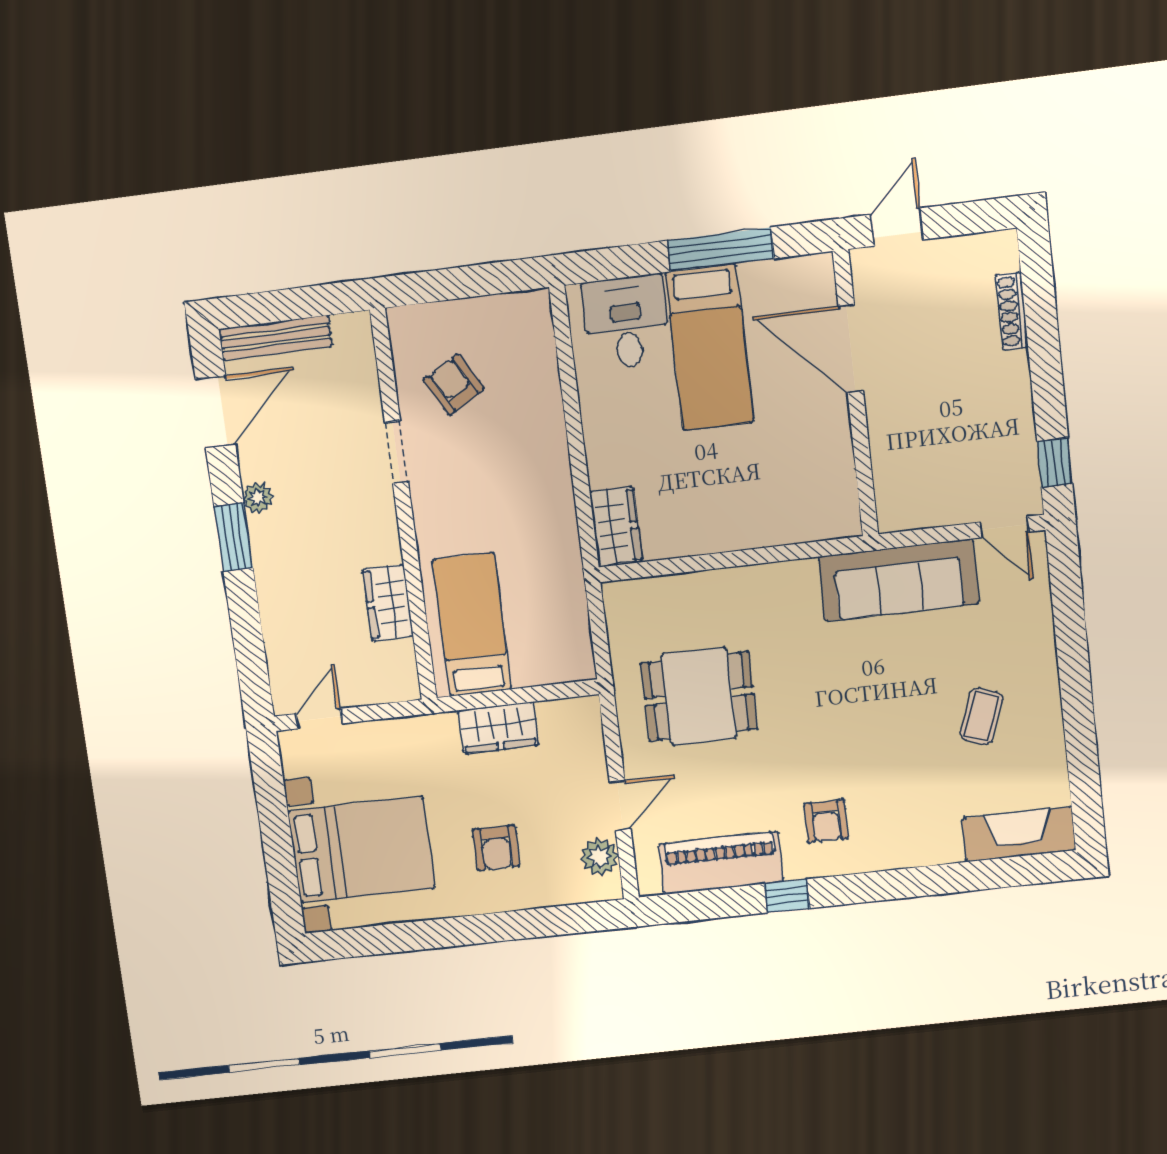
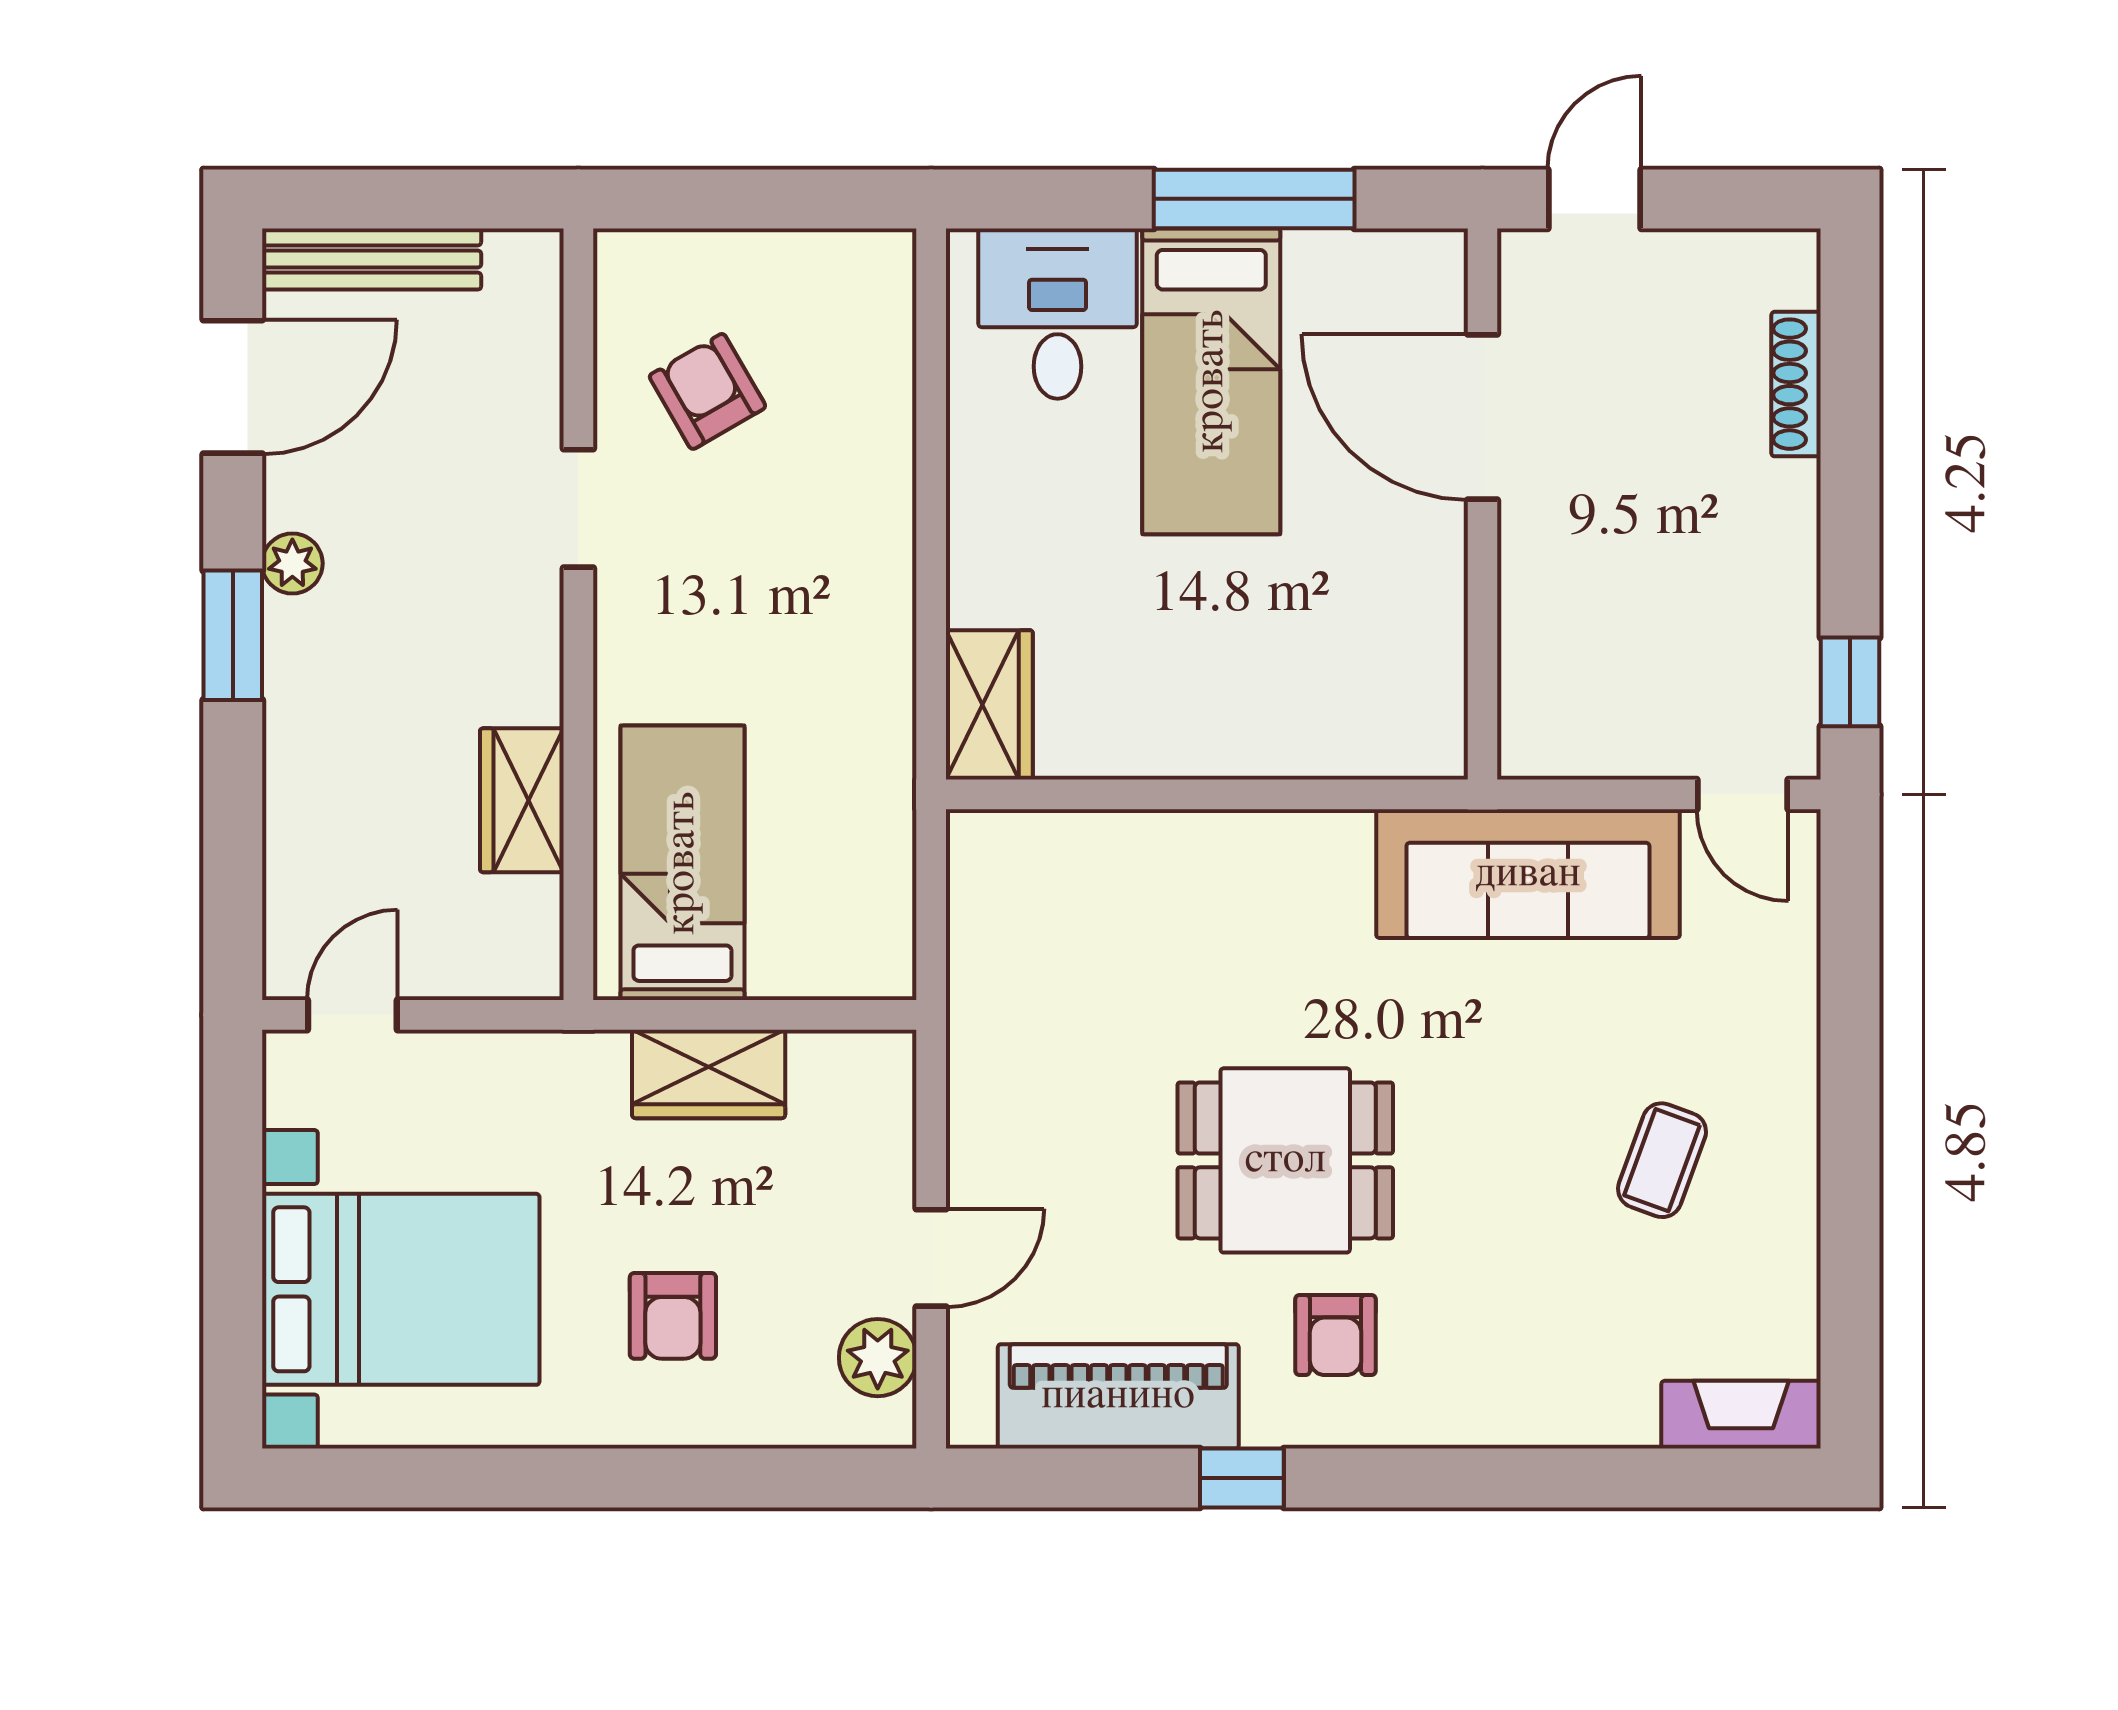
dining table: (699, 696) -> (1285, 1160), moved
fireplace: (1019, 834) -> (1741, 1415), width x0.73, depth x0.76

